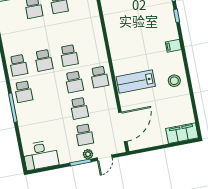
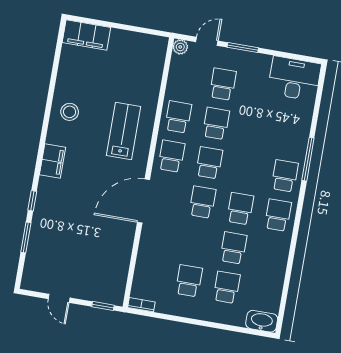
school desk: (39, 34) -> (233, 248), added
filing cabinet: (173, 46) -> (52, 161), width x2.00
lab bench: (136, 81) -> (123, 131), turned -90
school desk: (105, 103) -> (178, 117), added
door: (123, 127) -> (143, 201), moved
plant: (88, 154) -> (180, 47), moved

